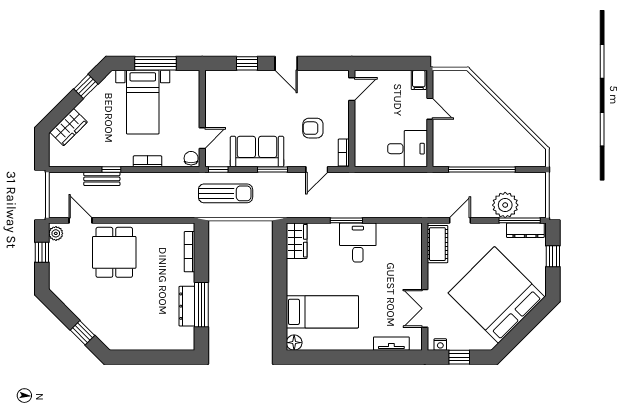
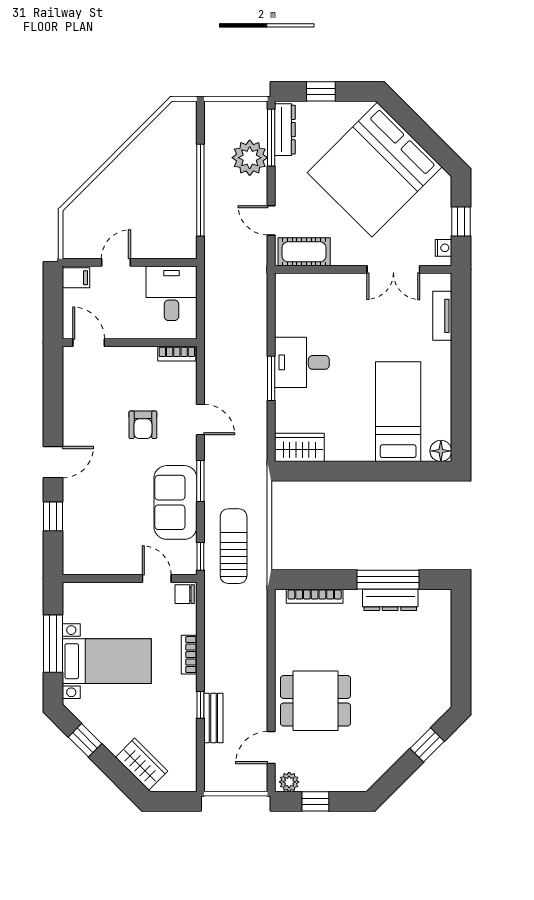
door: (352, 89) -> (89, 343), moved
wall: (352, 119) -> (130, 343), moved
bookcase: (344, 153) -> (177, 354), moved

